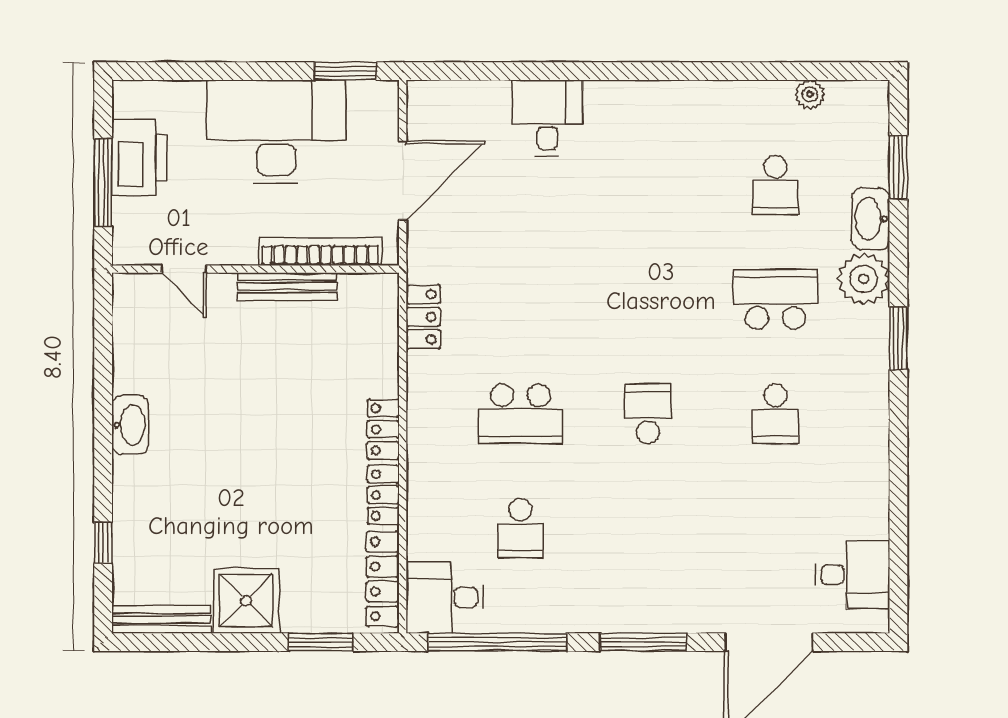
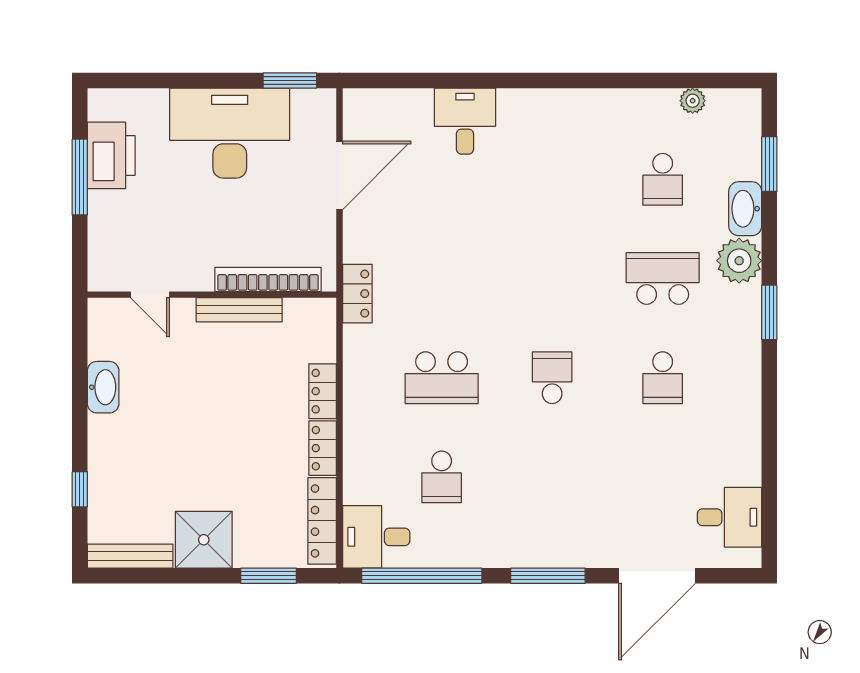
bookcase: (320, 252) -> (268, 280), moved
door: (184, 269) -> (150, 295), moved
wall: (255, 269) -> (212, 295), moved
bench: (287, 286) -> (239, 310), moved

